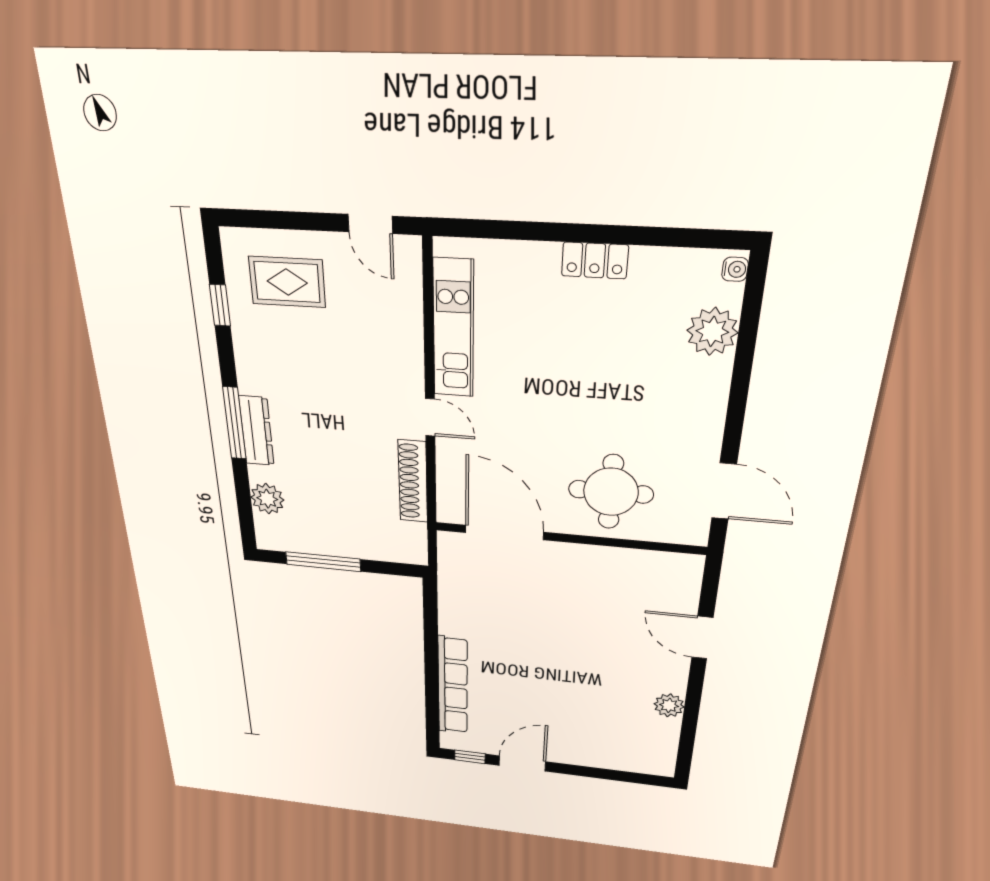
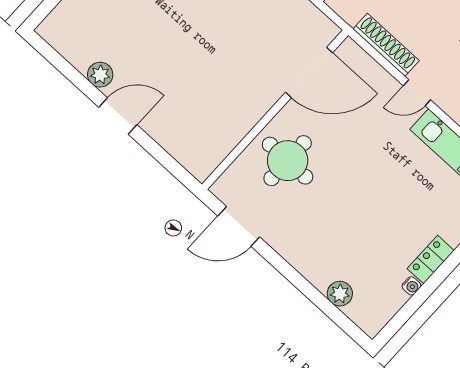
water cooler: (735, 269) -> (411, 286), moved, turned -90
plant: (712, 331) -> (340, 294), width x0.73, depth x0.73
door: (702, 638) -> (118, 116), moved

